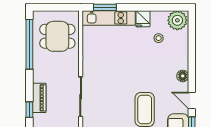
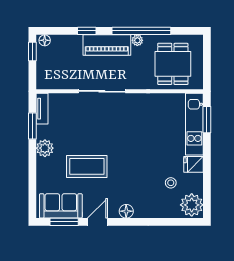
window: (29, 44) -> (141, 31), moved
plant: (37, 67) -> (137, 40), added
piano: (39, 98) -> (107, 45), width x1.37, depth x1.33

